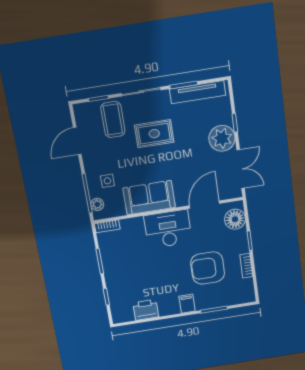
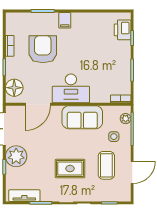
tv unit: (198, 92) -> (24, 196), width x0.71
coffee table: (113, 120) -> (106, 165), moved
armchair: (208, 268) -> (43, 49), turned -90
printer: (146, 310) -> (123, 30), moved, turned 90

